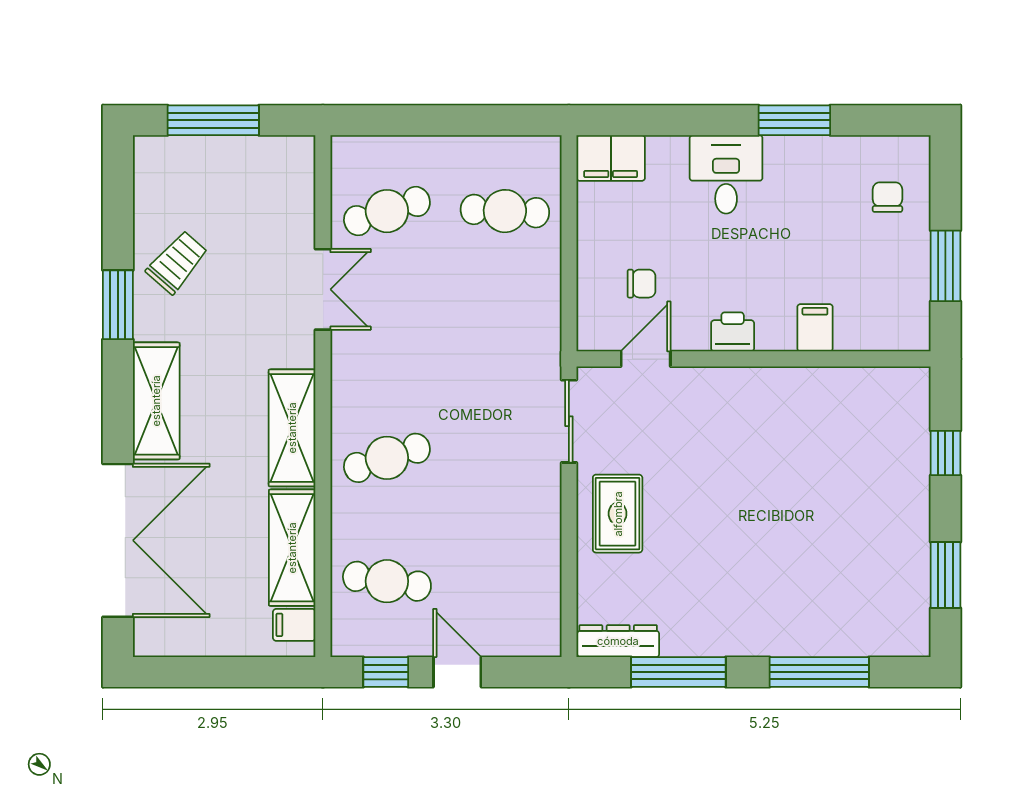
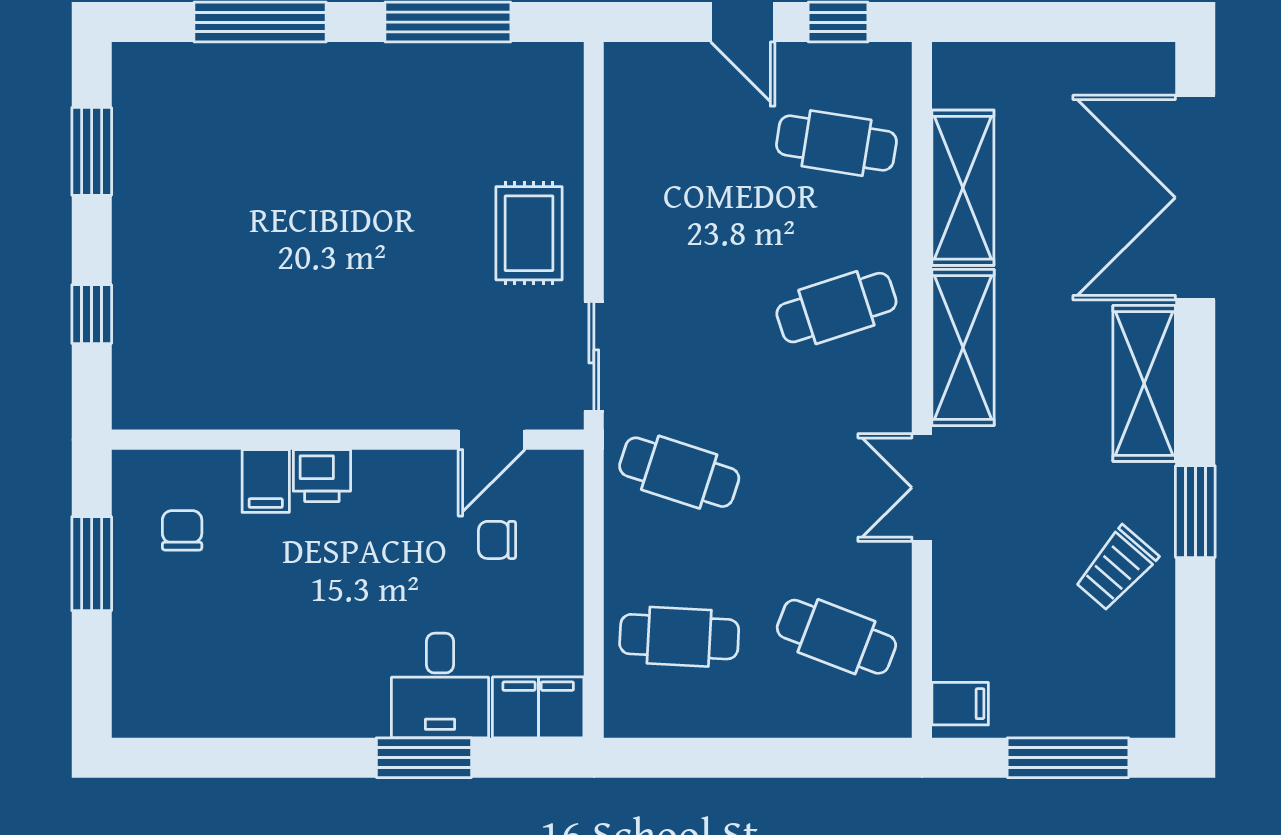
window: (794, 120) -> (424, 758), moved
desk: (726, 174) -> (440, 686), moved
chair: (887, 197) -> (182, 530), moved, turned 180
cafe table: (387, 211) -> (836, 637), turned 39
double door: (323, 289) -> (922, 488), moved
printer: (733, 332) -> (322, 476), moved
cafe table: (505, 334) -> (679, 472), added
filing cabinet: (294, 625) -> (960, 704), moved
dresser: (618, 641) -> (528, 63), removed

